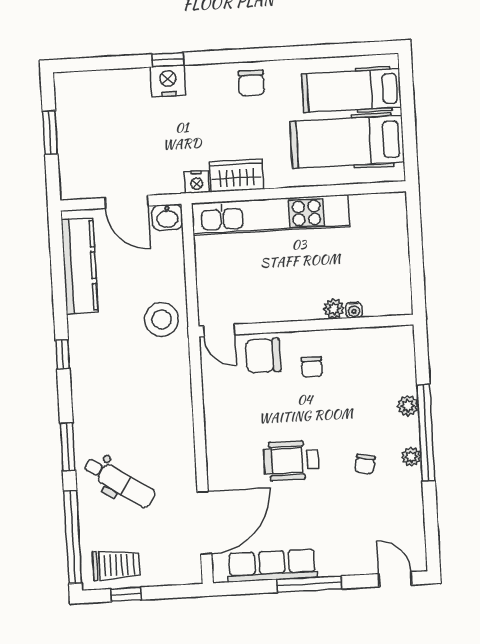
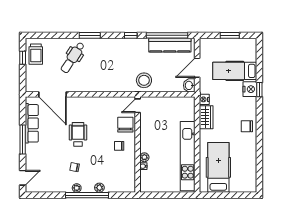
hospital bed: (352, 91) -> (235, 71), moved, turned -90
kitchen unit: (270, 215) -> (188, 156), moved
window: (73, 537) -> (167, 35), moved

